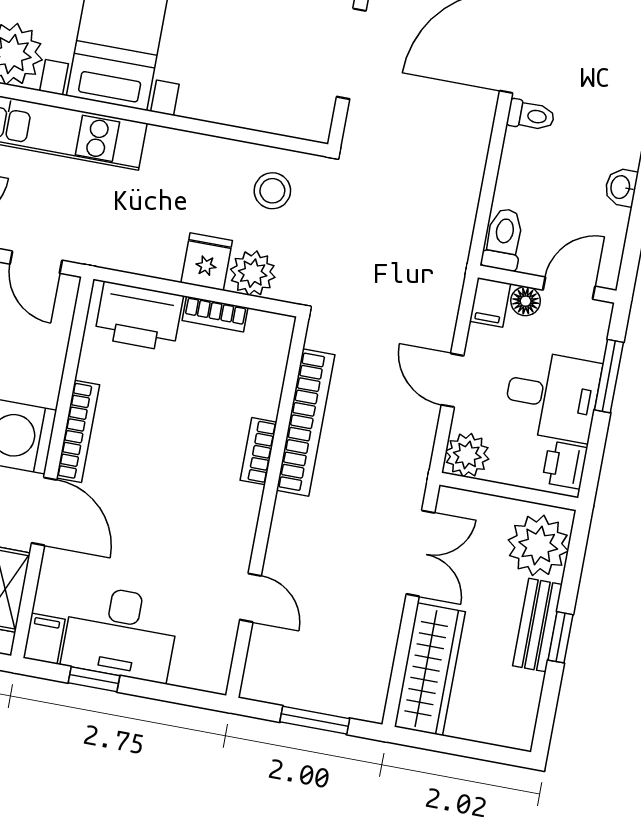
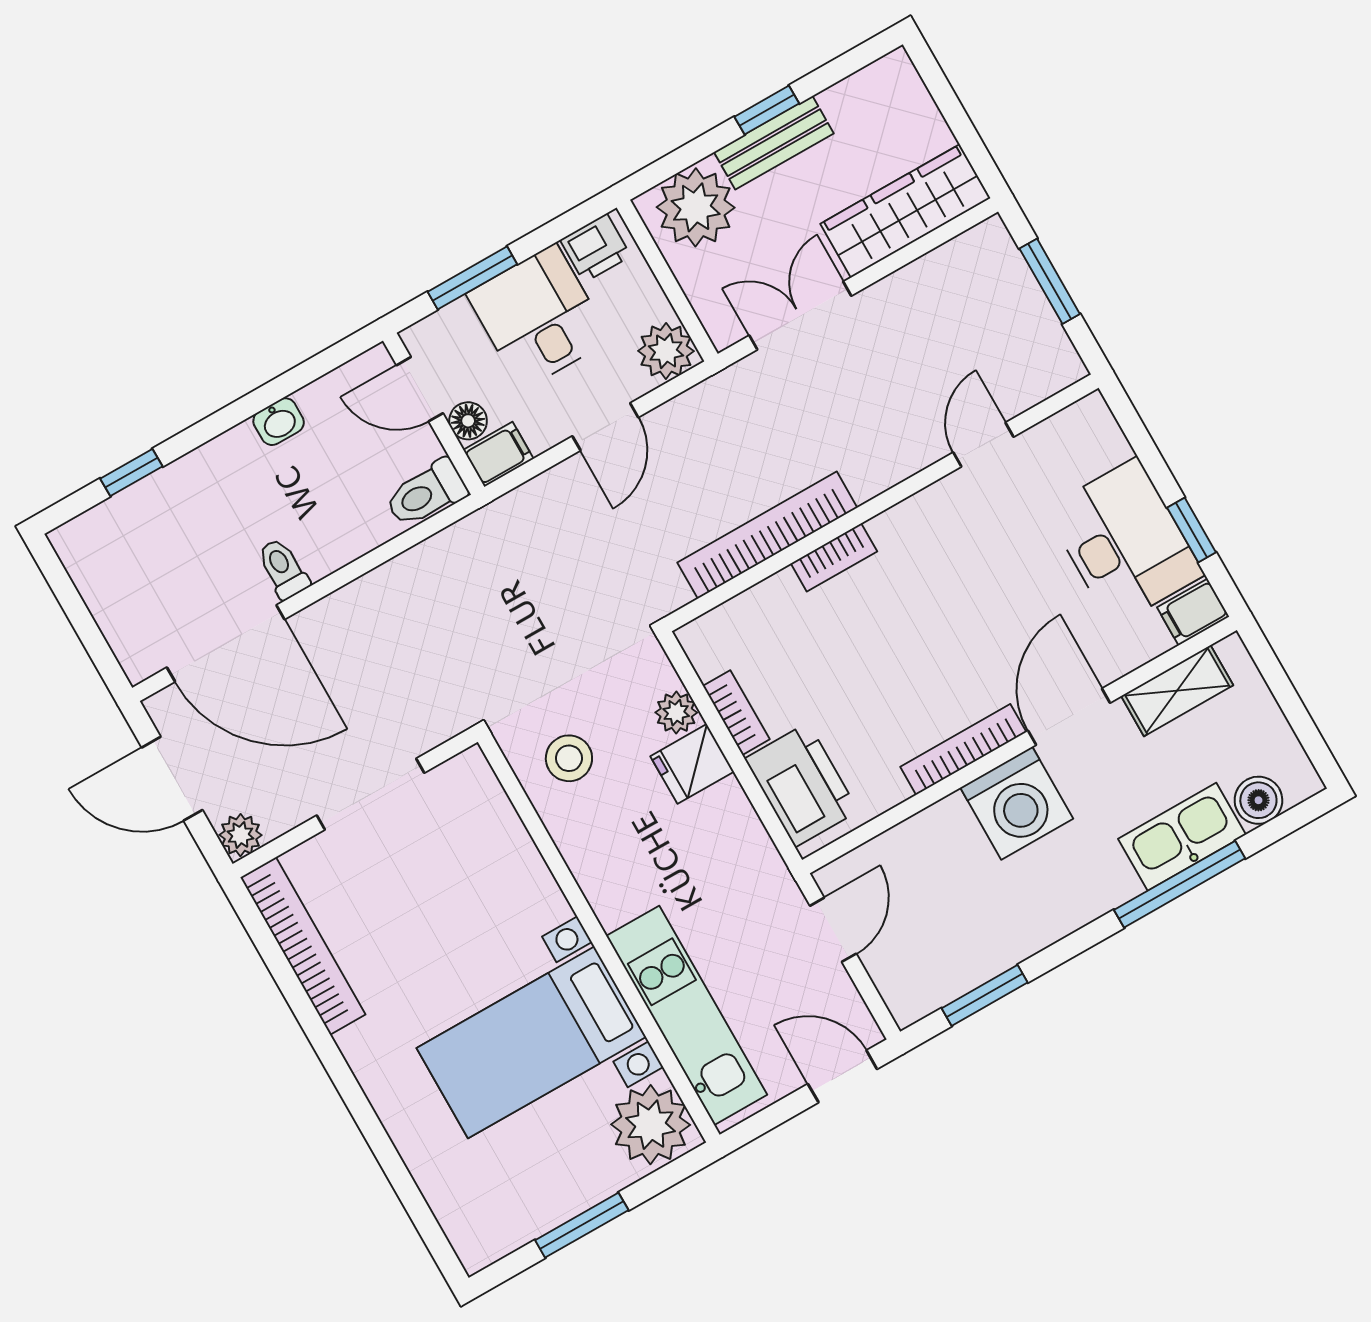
plant: (253, 273) -> (676, 713), width x0.73, depth x0.73

